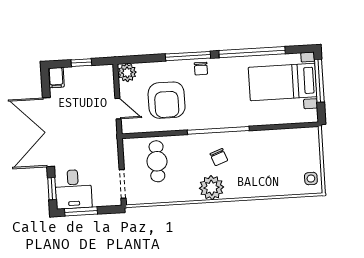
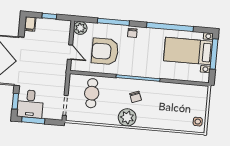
window: (188, 56) -> (113, 22), moved
armchair: (167, 100) -> (105, 51), turned 90

